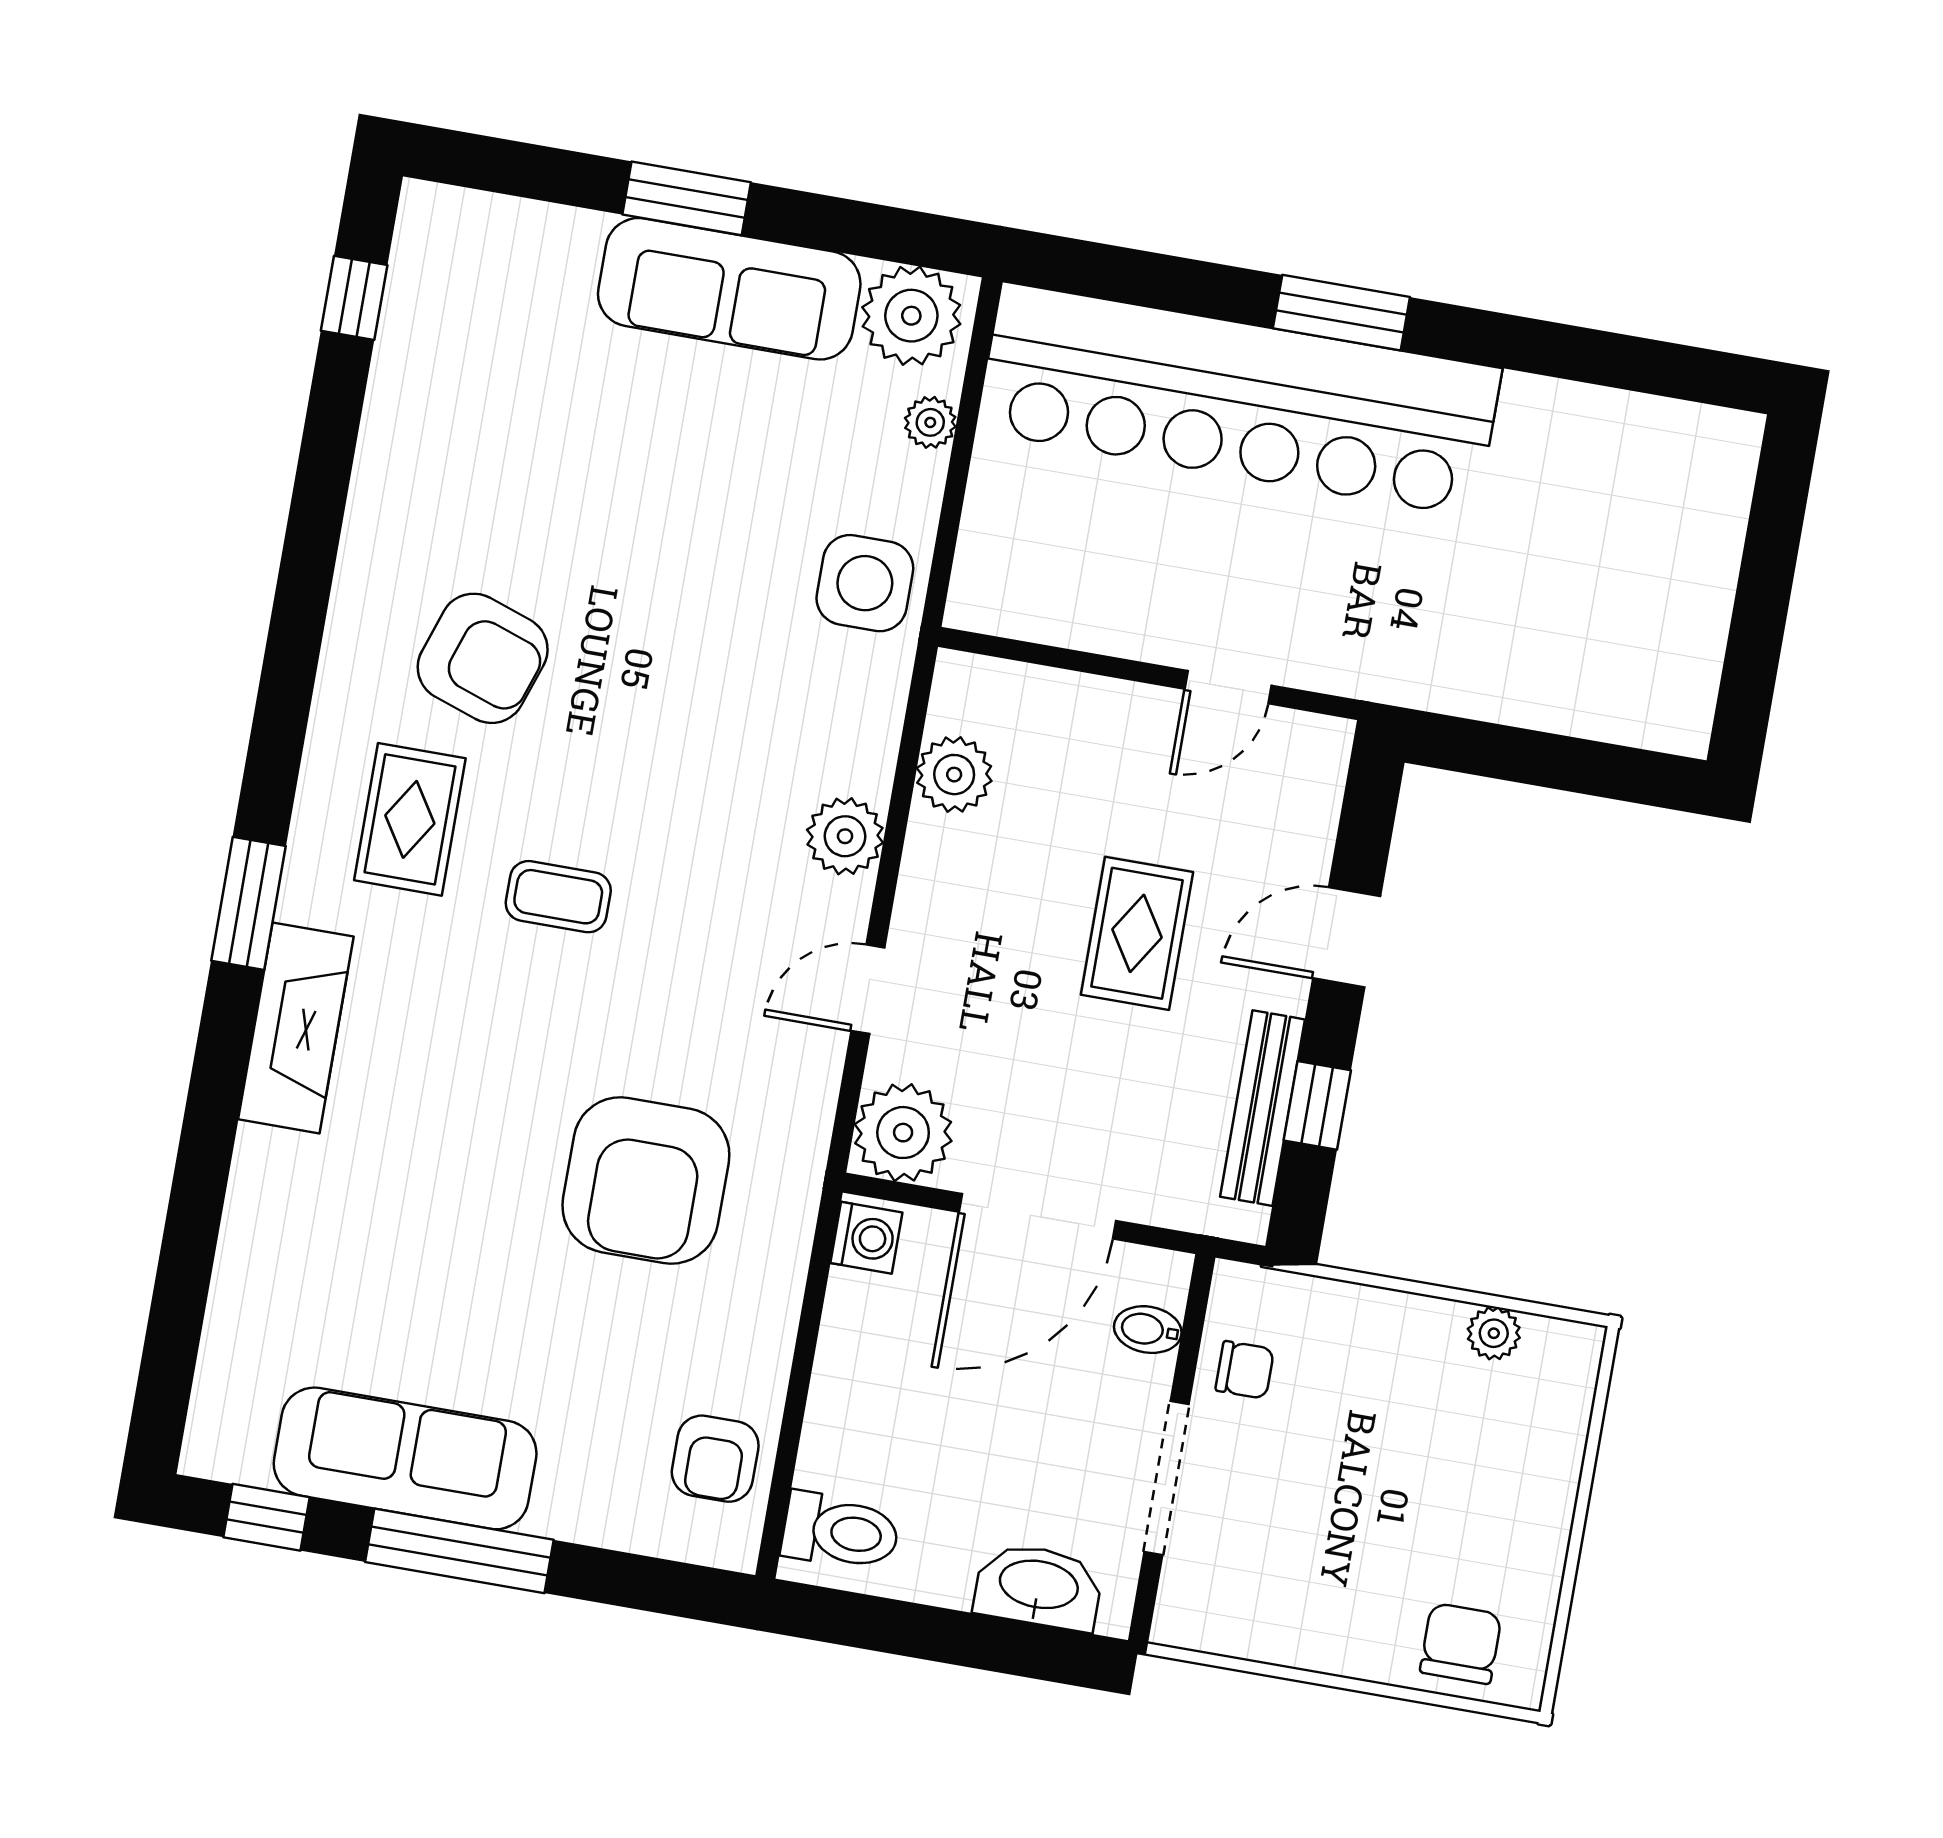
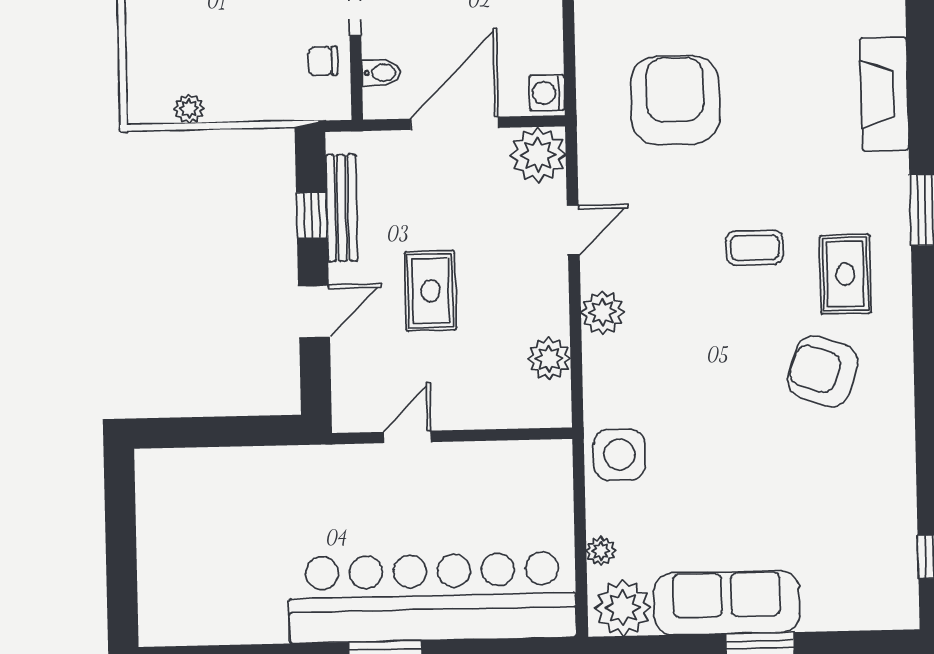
fireplace: (296, 1028) -> (884, 94), moved

